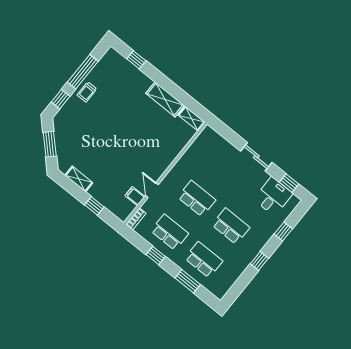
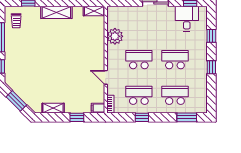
trolley: (87, 92) -> (16, 21), moved
shelving: (165, 99) -> (56, 12), moved
plant: (192, 158) -> (115, 36), added
filing cabinet: (135, 196) -> (98, 108), moved
window: (188, 281) -> (187, 117), moved

